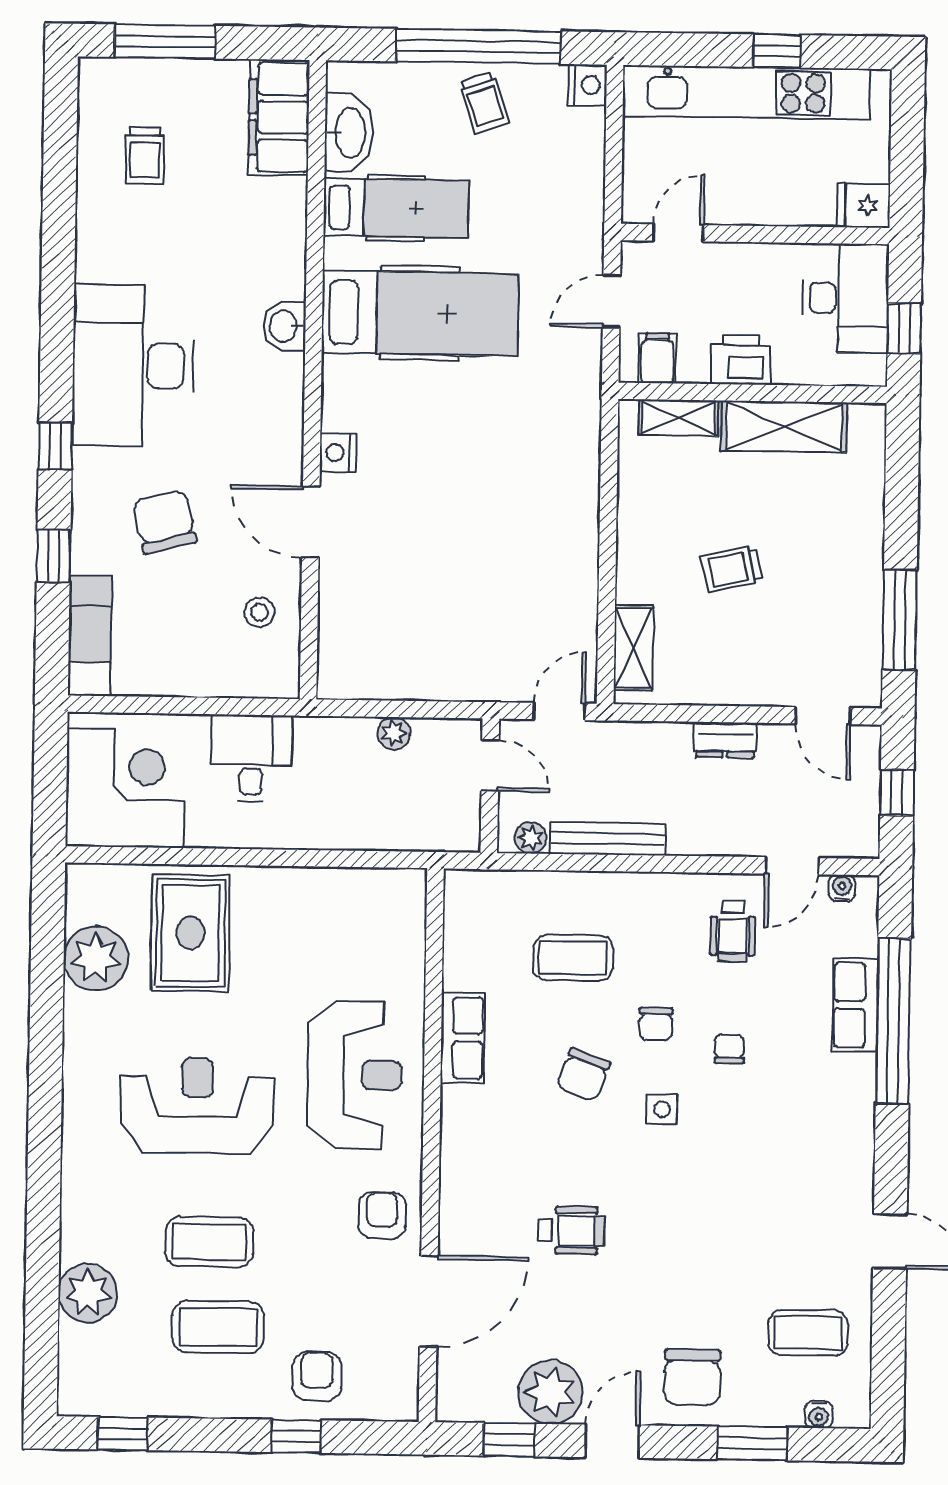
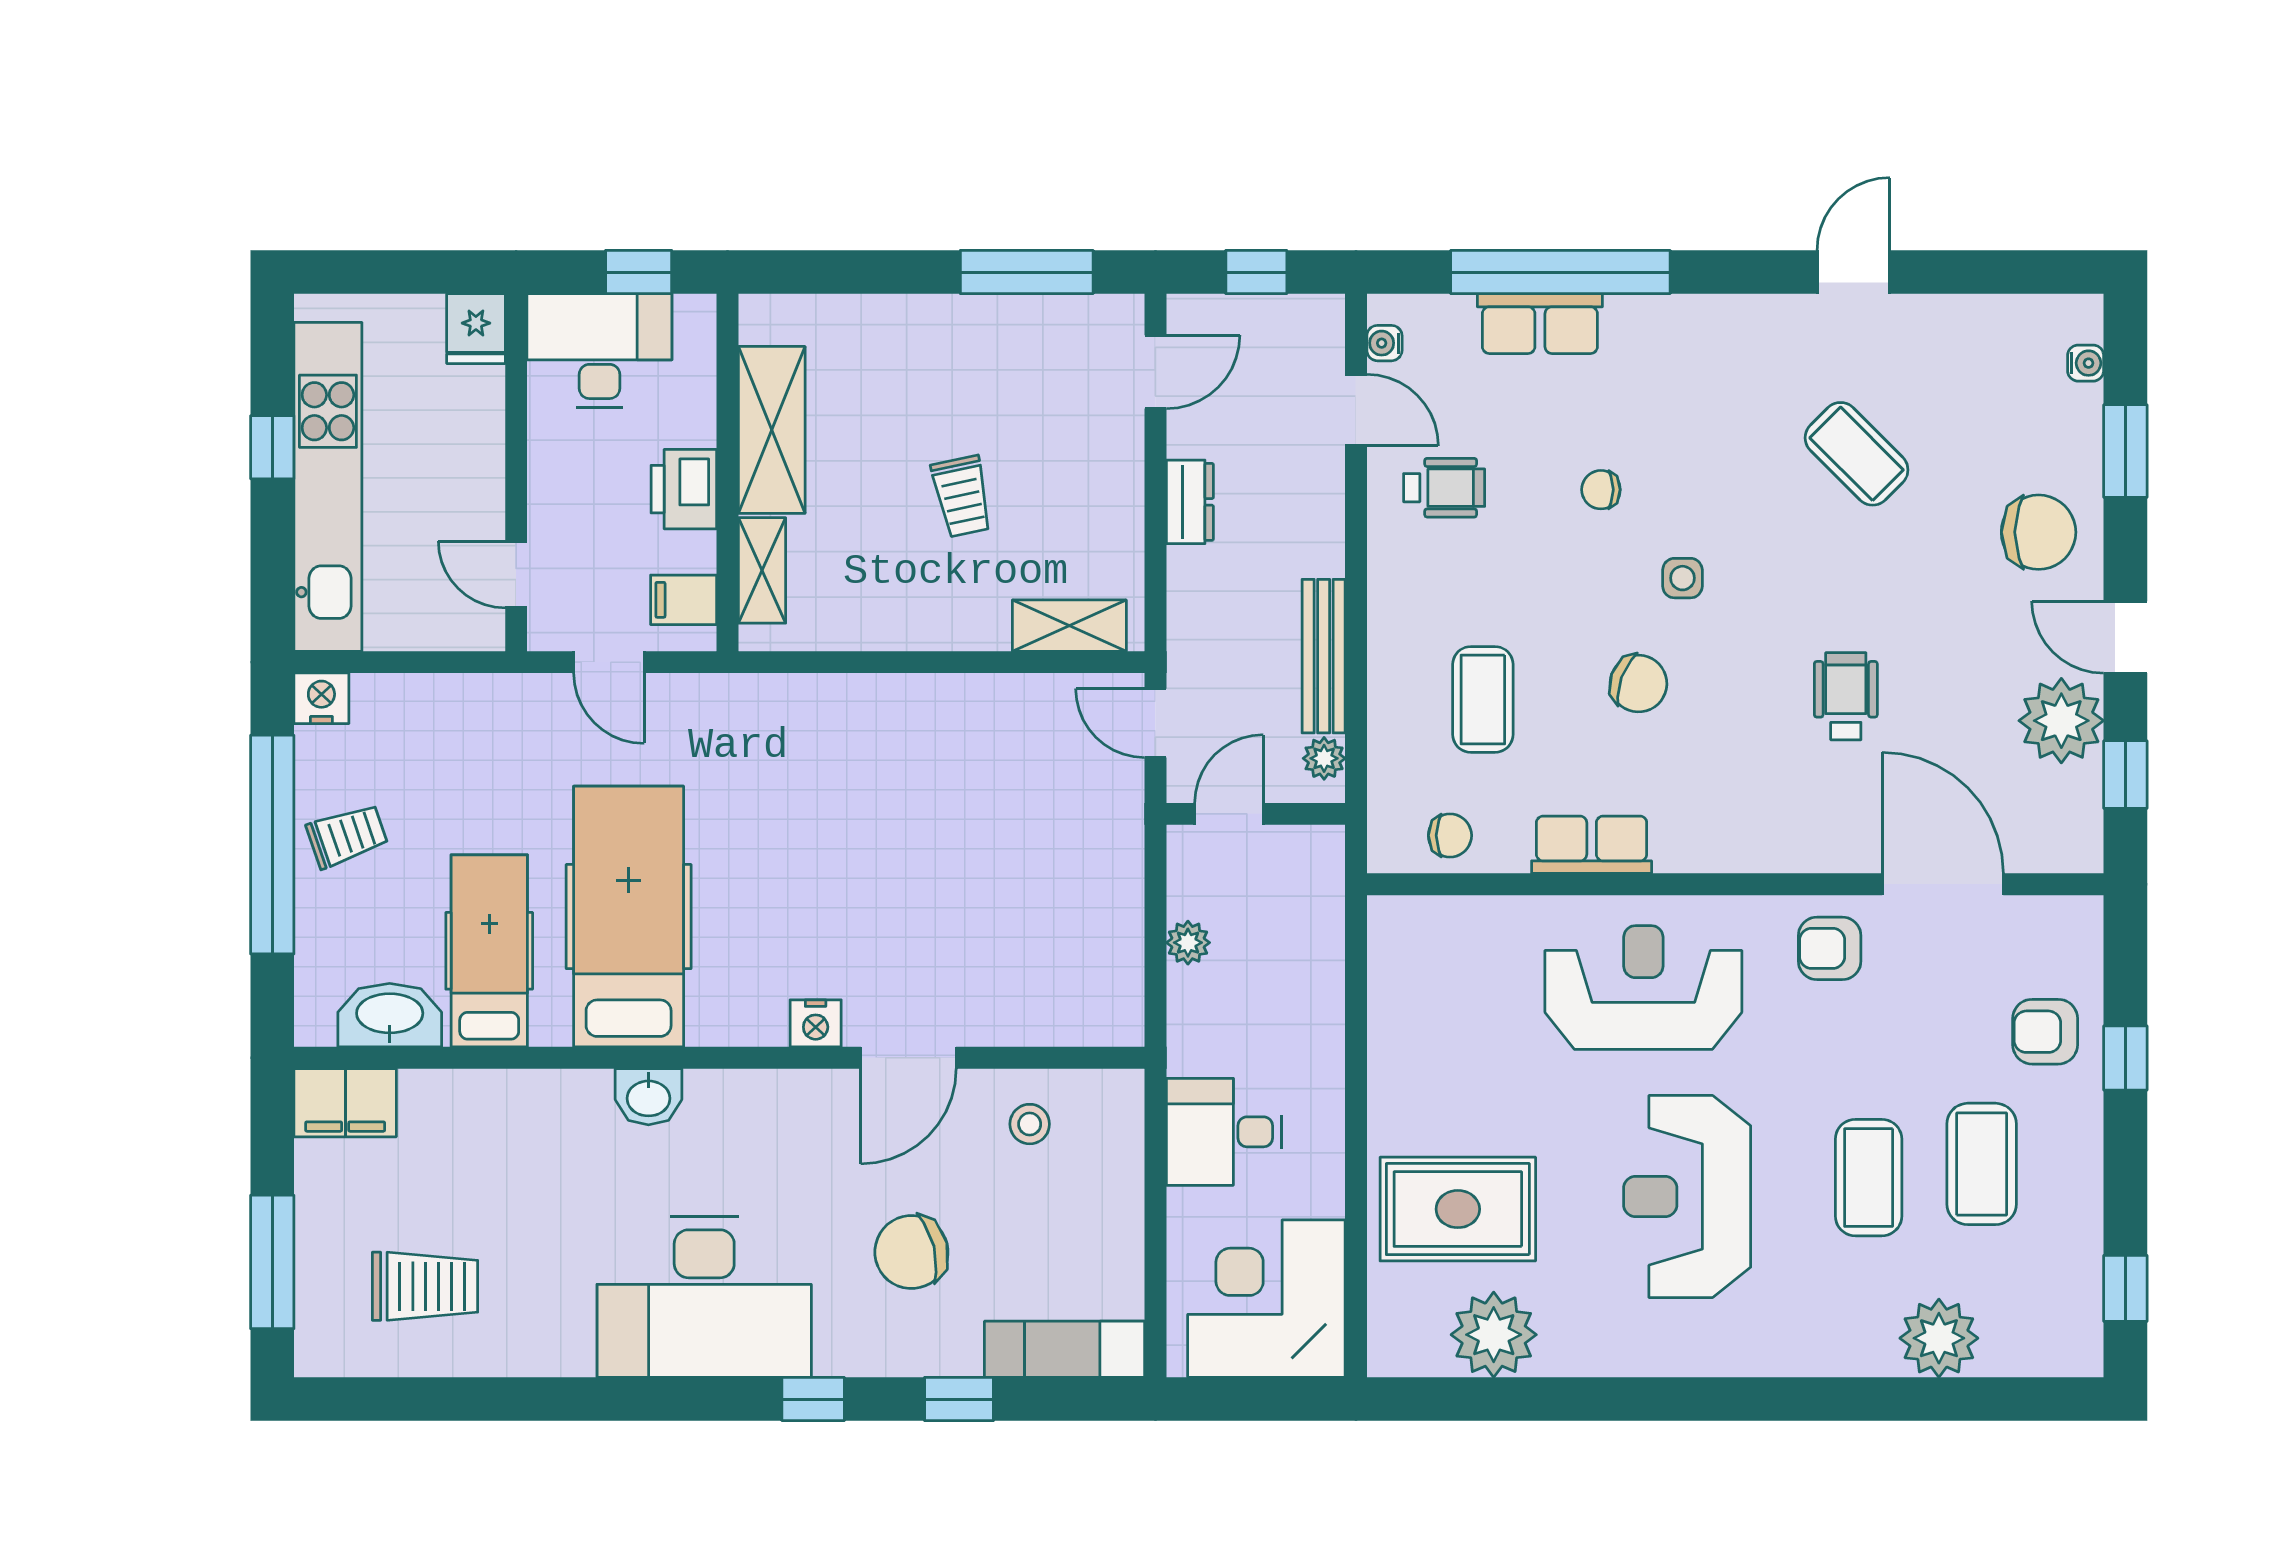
filing cabinet: (279, 117) -> (345, 1103), width x0.67, depth x0.86
trolley: (145, 156) -> (425, 1286), width x1.36, depth x1.39
chair: (656, 1024) -> (1450, 835), moved
coffee table: (808, 1333) -> (1857, 454), moved, turned -45

